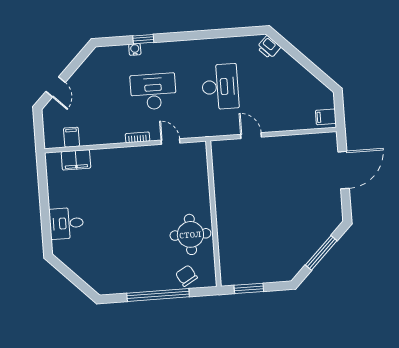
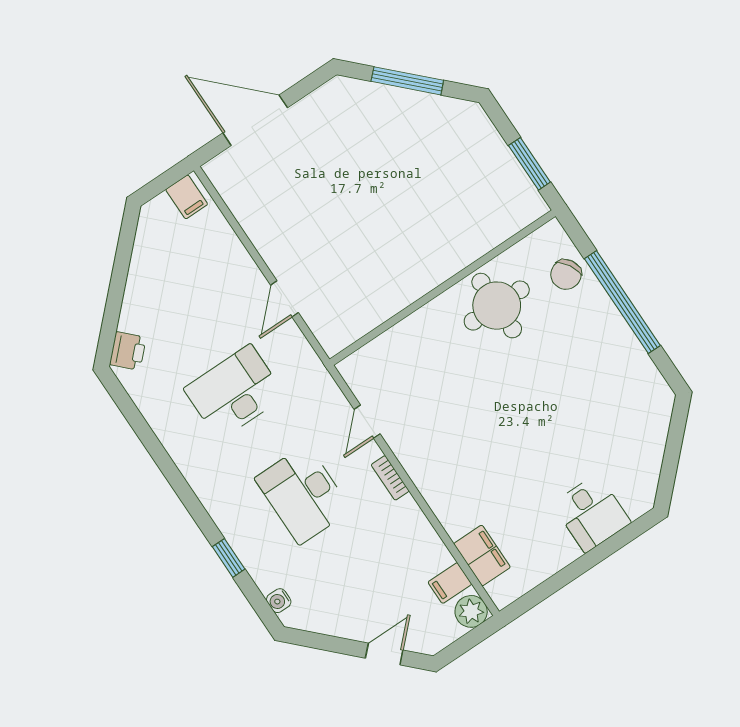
water cooler: (135, 49) -> (279, 601), moved
plant: (52, 140) -> (471, 611), added

